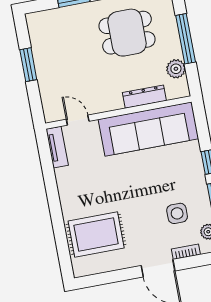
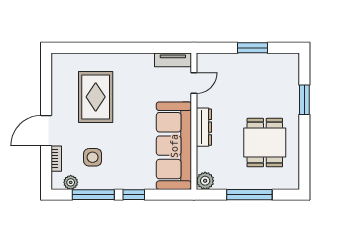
plant: (176, 69) -> (205, 181), moved
dresser: (144, 97) -> (204, 127), moved
rug: (96, 234) -> (96, 97), moved

